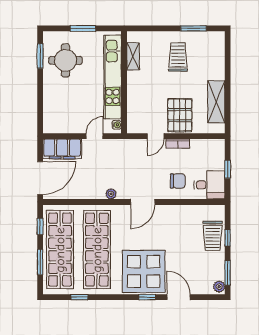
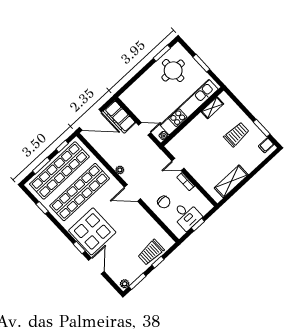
filing cabinet: (213, 39) -> (266, 145), added
pallet: (180, 115) -> (203, 167), removed
desk: (209, 185) -> (187, 215), moved

